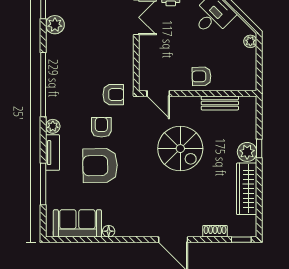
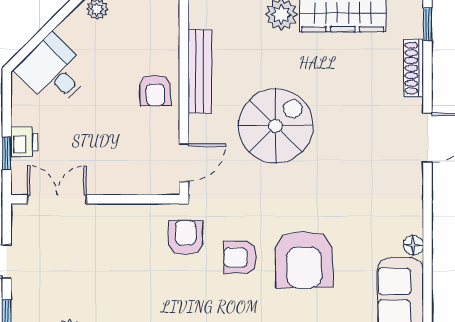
bench: (220, 103) -> (200, 71), width x1.36
shoe rack: (215, 231) -> (414, 68), width x1.43

